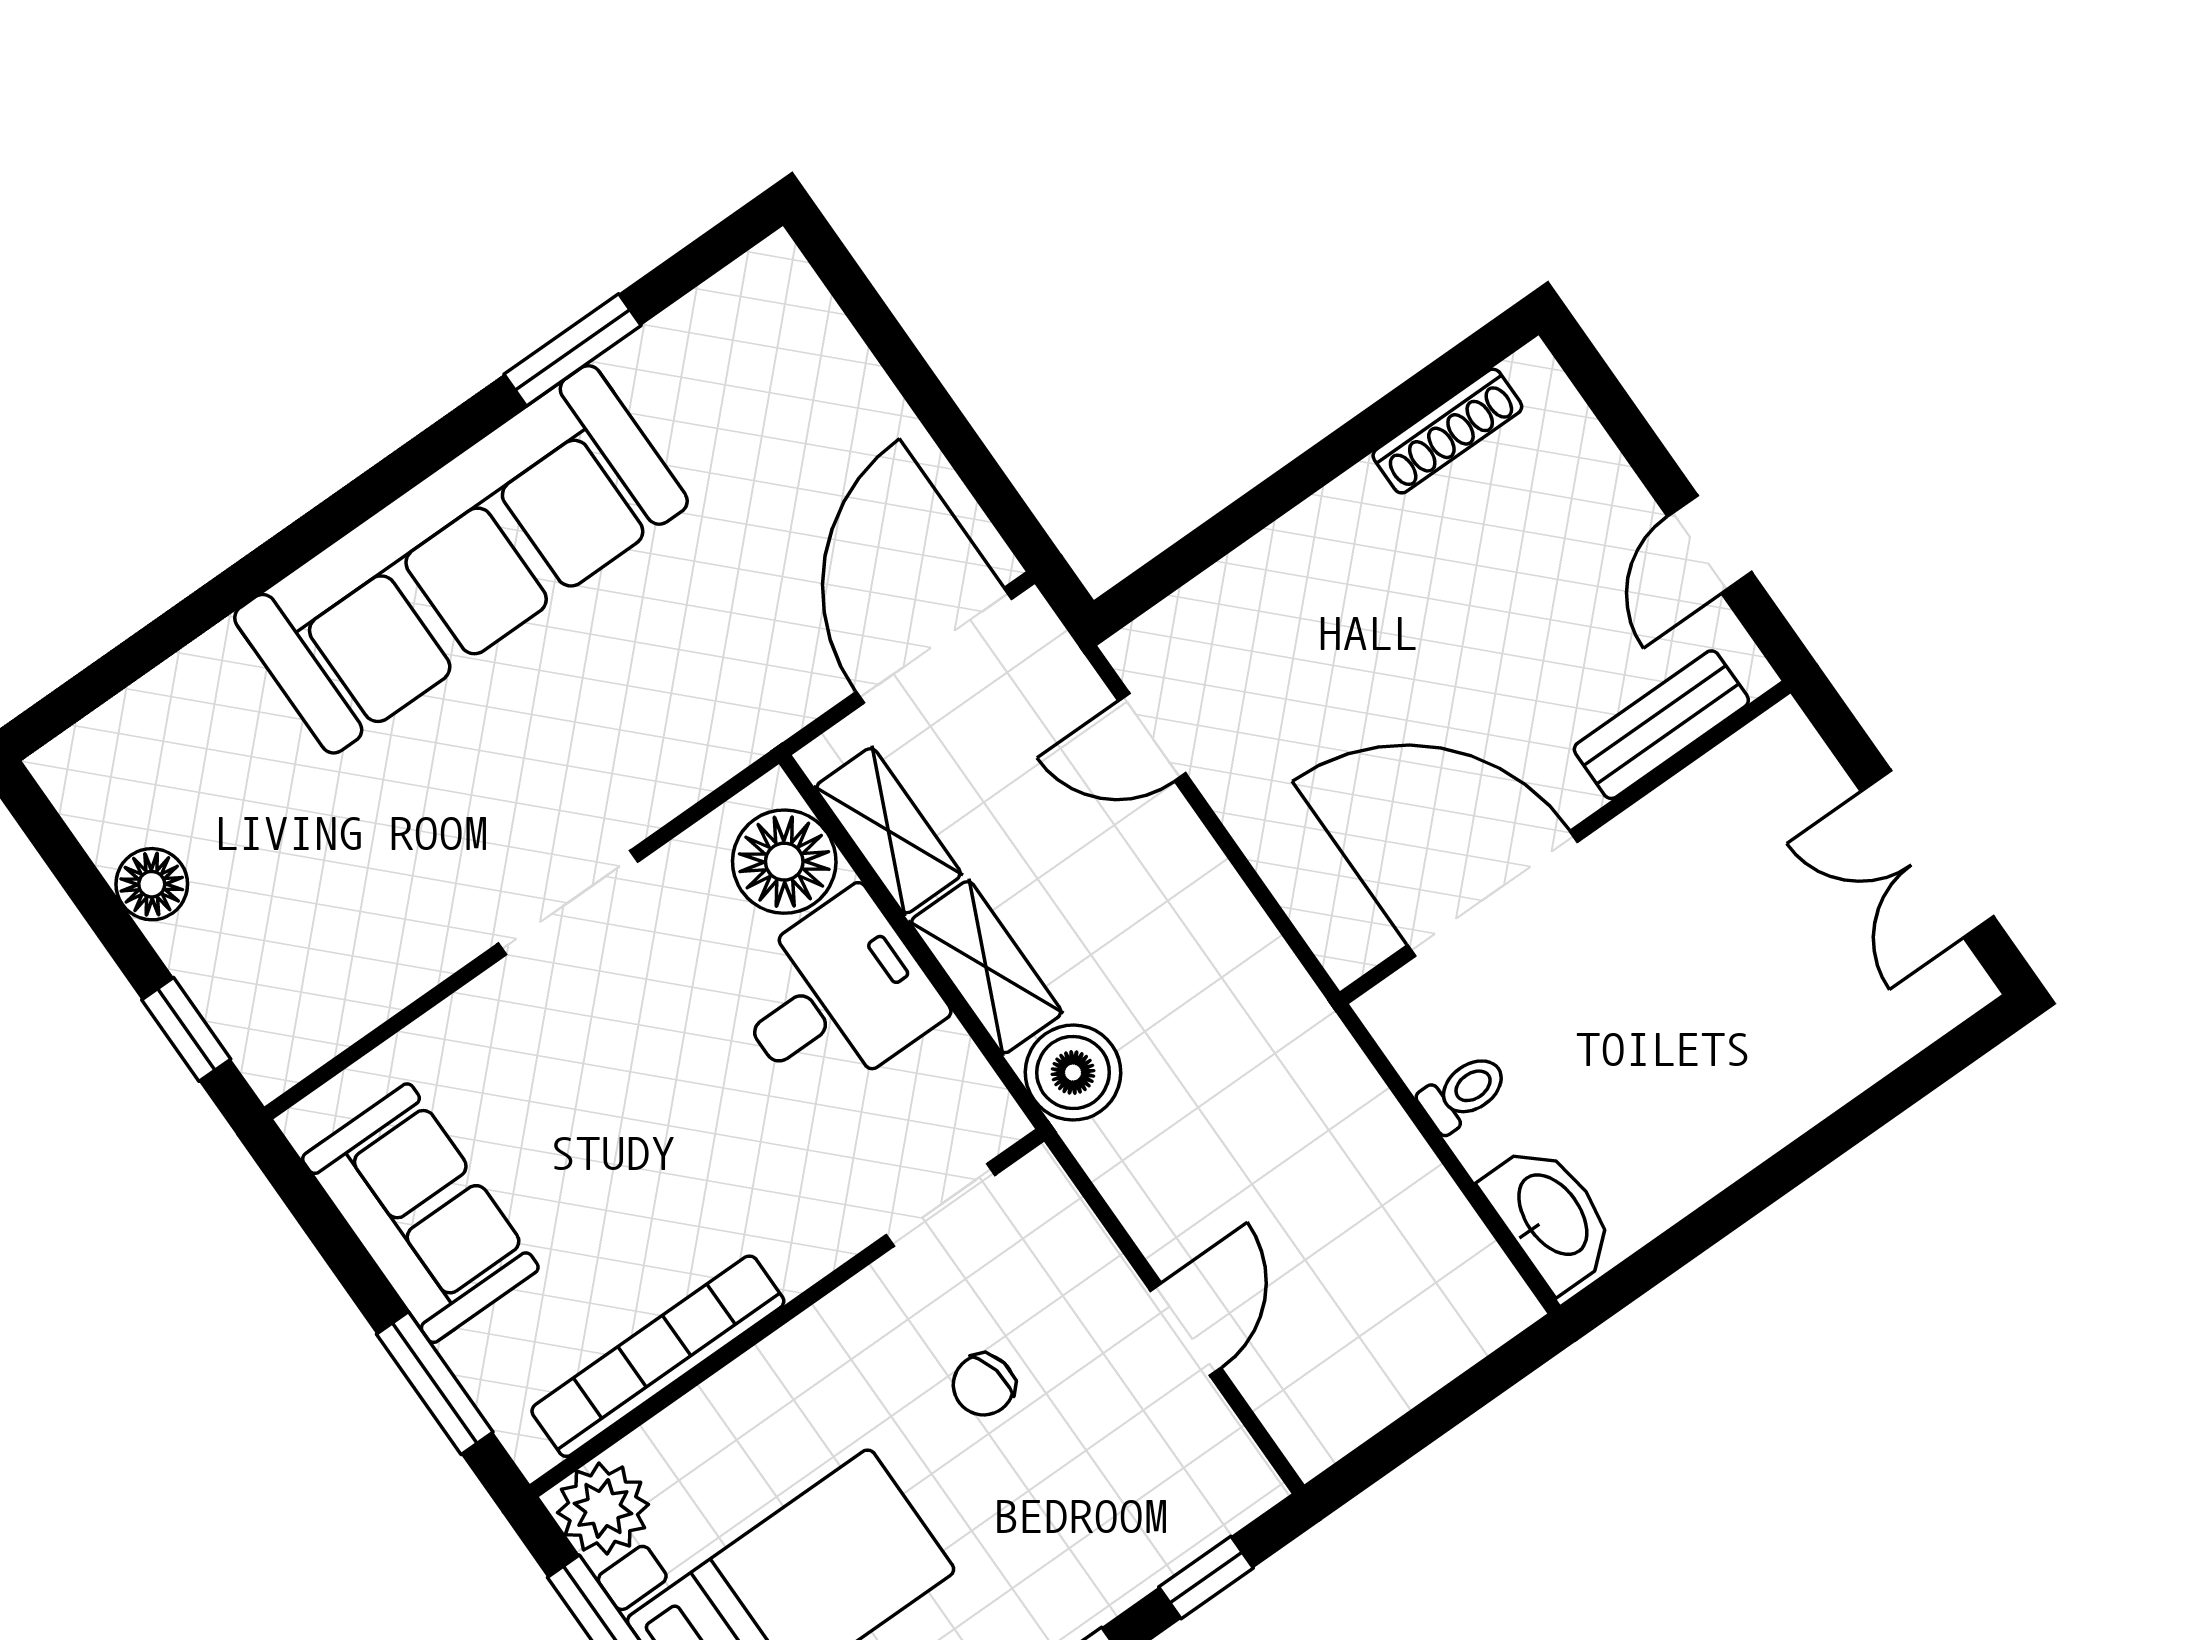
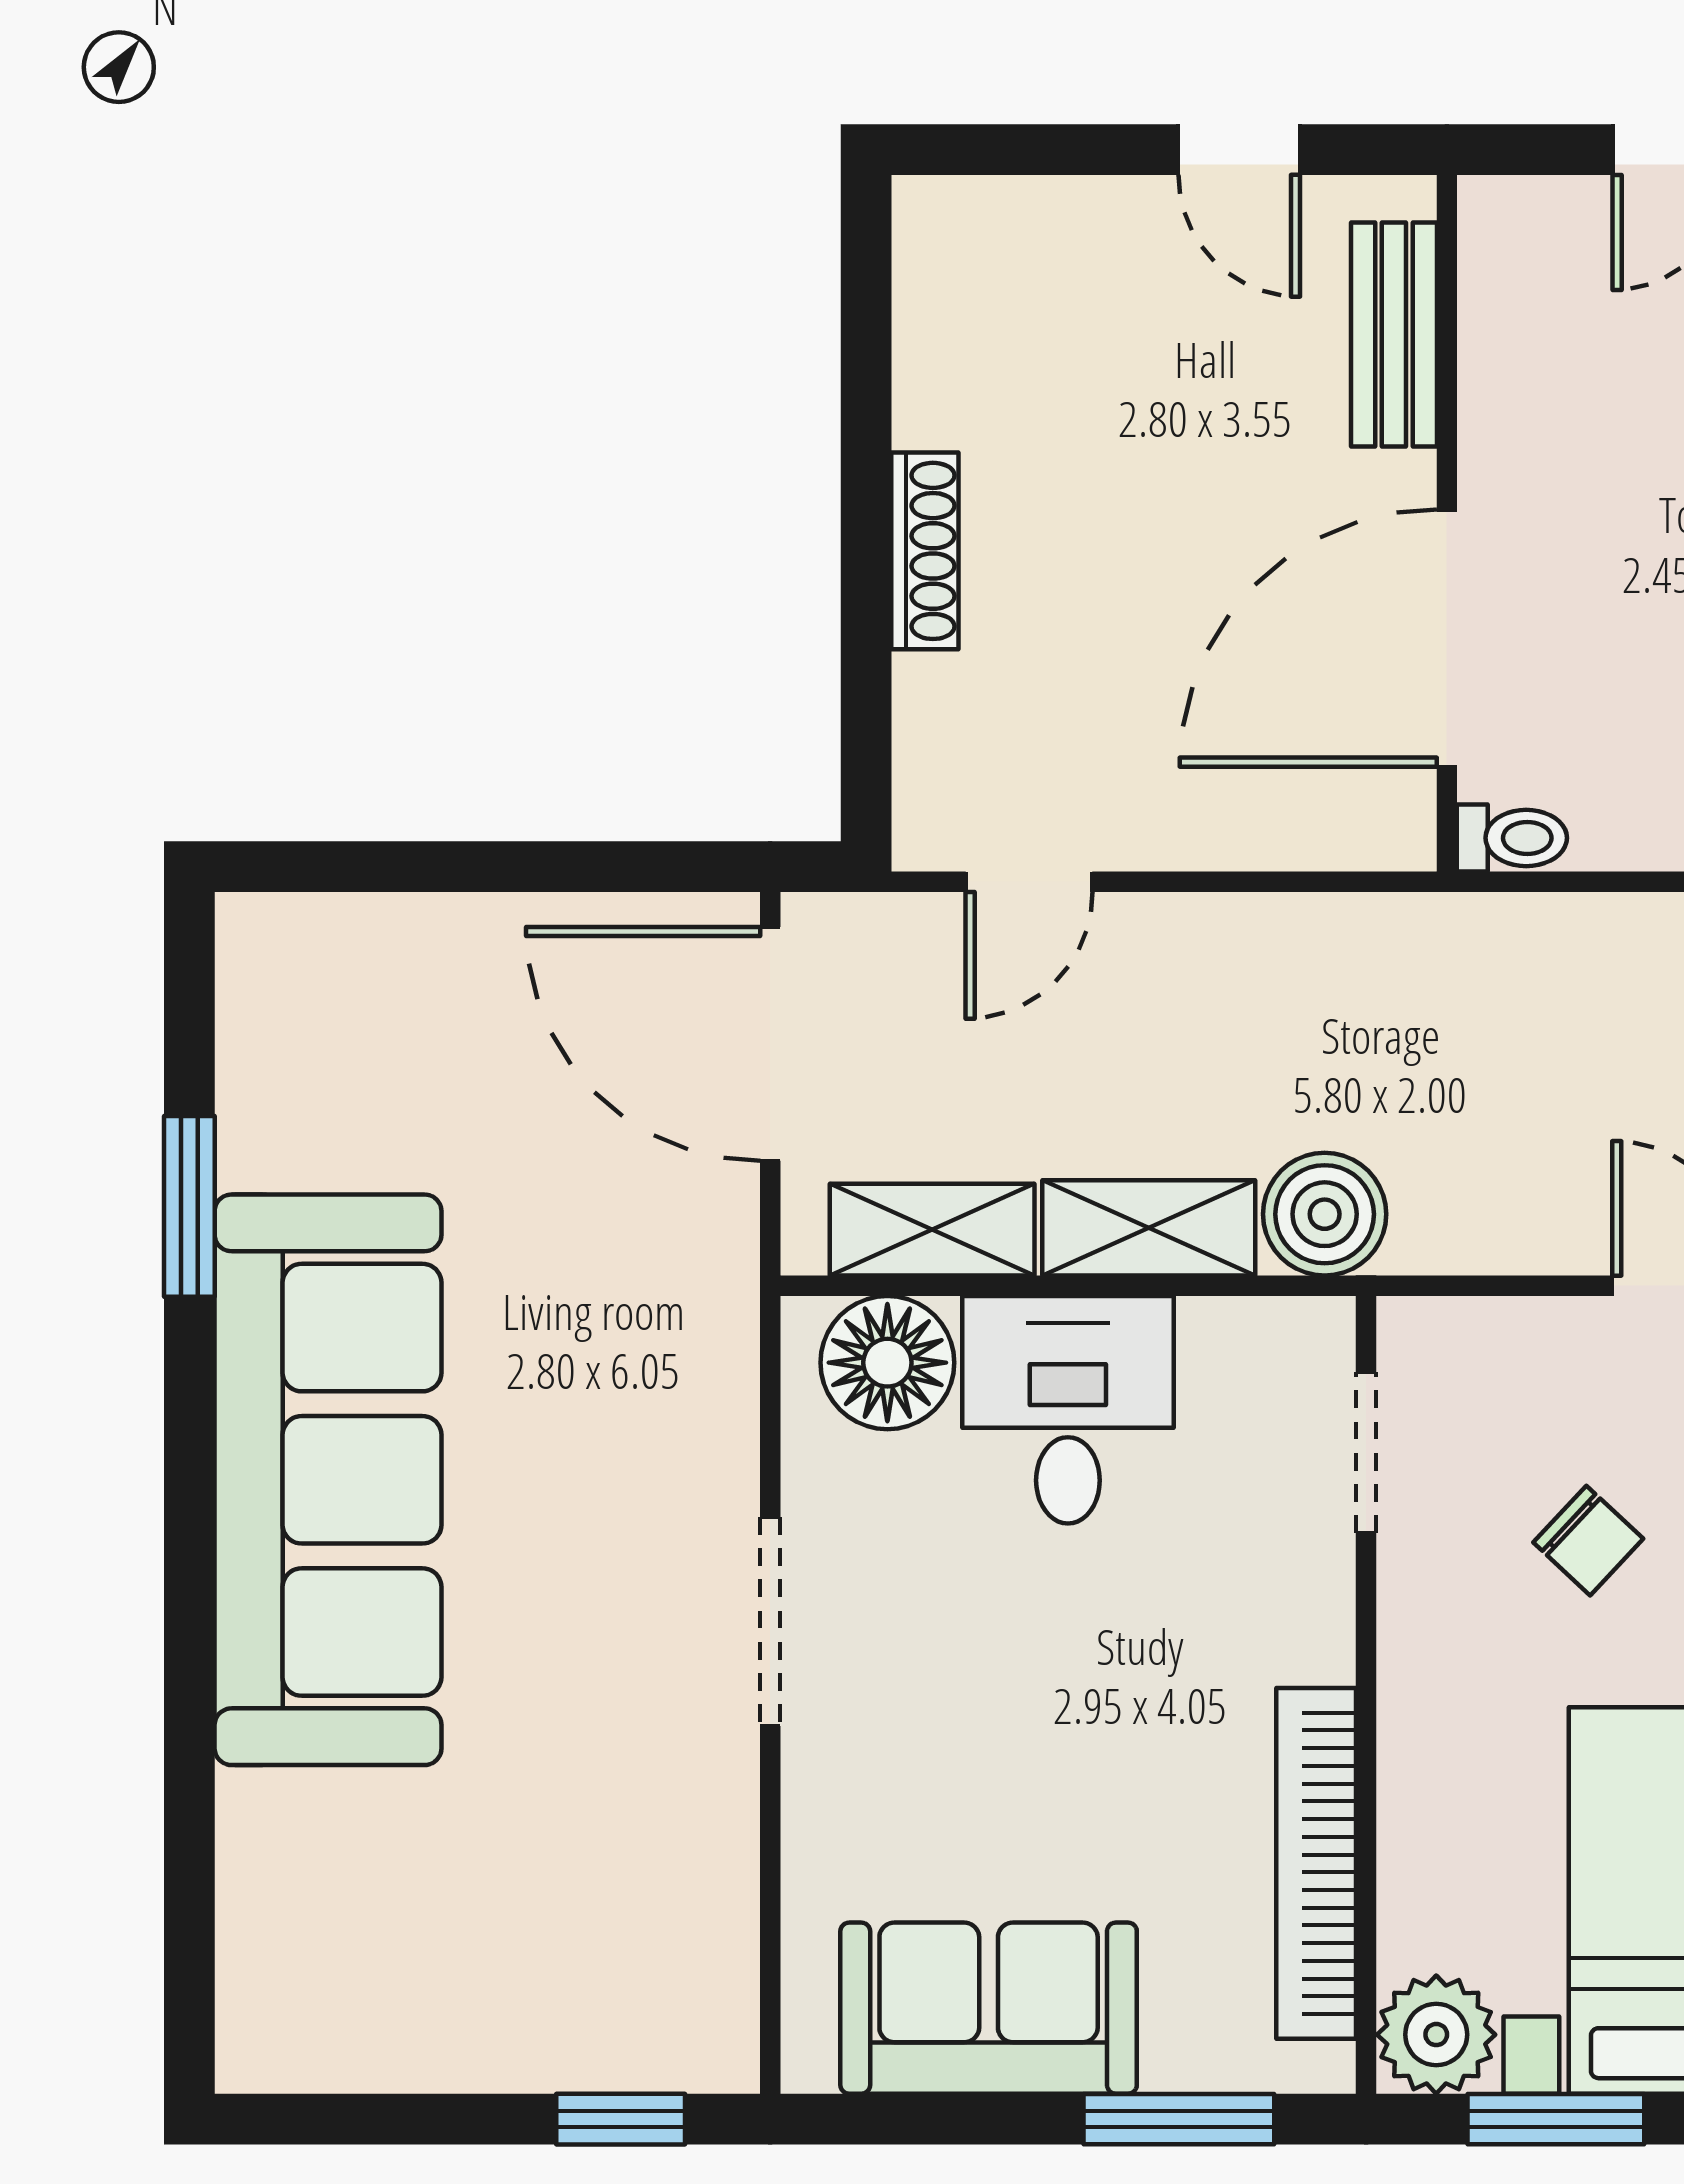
shoe rack: (1447, 431) -> (925, 551), moved
floor lamp: (152, 884) -> (442, 2048), removed
toilet: (1463, 1093) -> (1512, 838), moved, turned 90
chair: (984, 1385) -> (1588, 1541), turned -35

